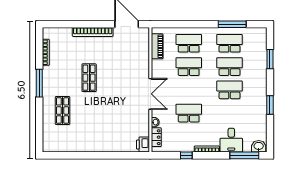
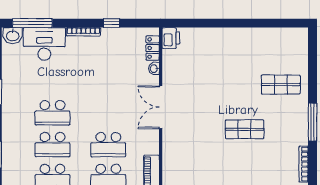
shop shelf: (89, 78) -> (245, 129), turned 90
shop shelf: (63, 110) -> (281, 85), turned 90
school desk: (189, 113) -> (108, 81), removed
desk: (231, 140) -> (44, 44), width x1.37

